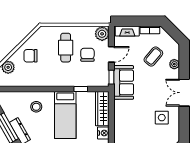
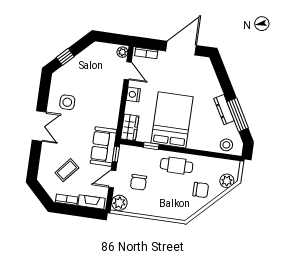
cafe table: (66, 48) -> (177, 166), moved, turned 90
plant: (174, 64) -> (45, 159), removed
stool: (36, 107) -> (226, 145), moved
wardrobe: (102, 109) -> (130, 127), width x0.67
bed: (65, 115) -> (172, 120), width x1.50

